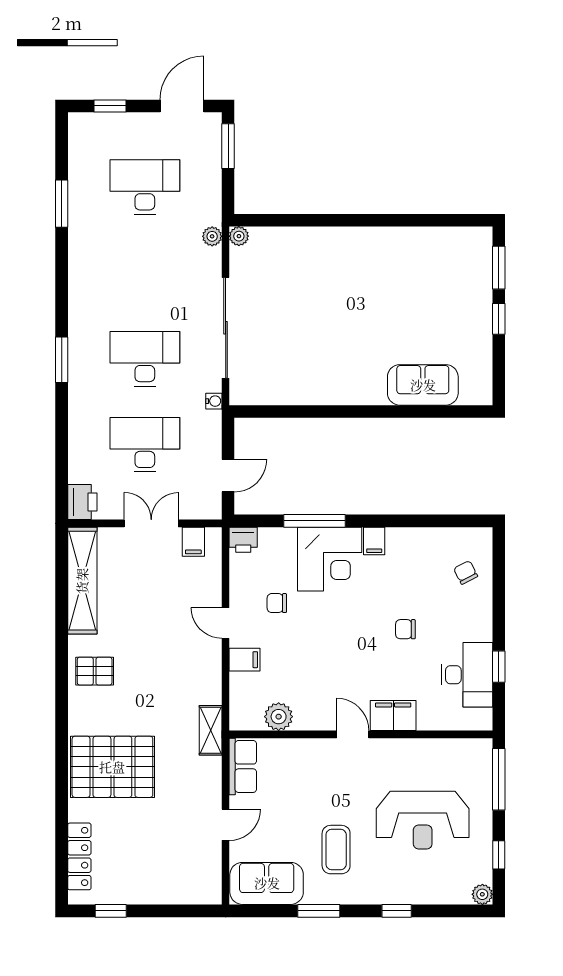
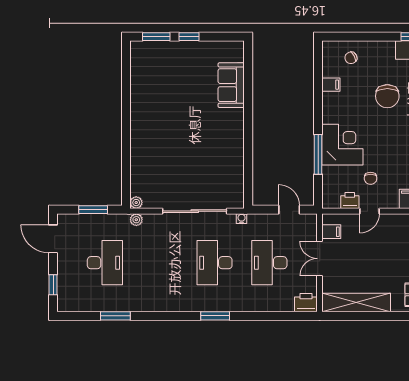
window: (228, 146) -> (93, 210), moved
desk: (145, 187) -> (105, 263), turned 180
printer: (243, 540) -> (350, 201), moved, turned -90
filing cabinet: (374, 541) -> (331, 85), moved
door: (226, 623) -> (369, 211), moved
chair: (405, 629) -> (387, 96), width x1.87, depth x1.87

